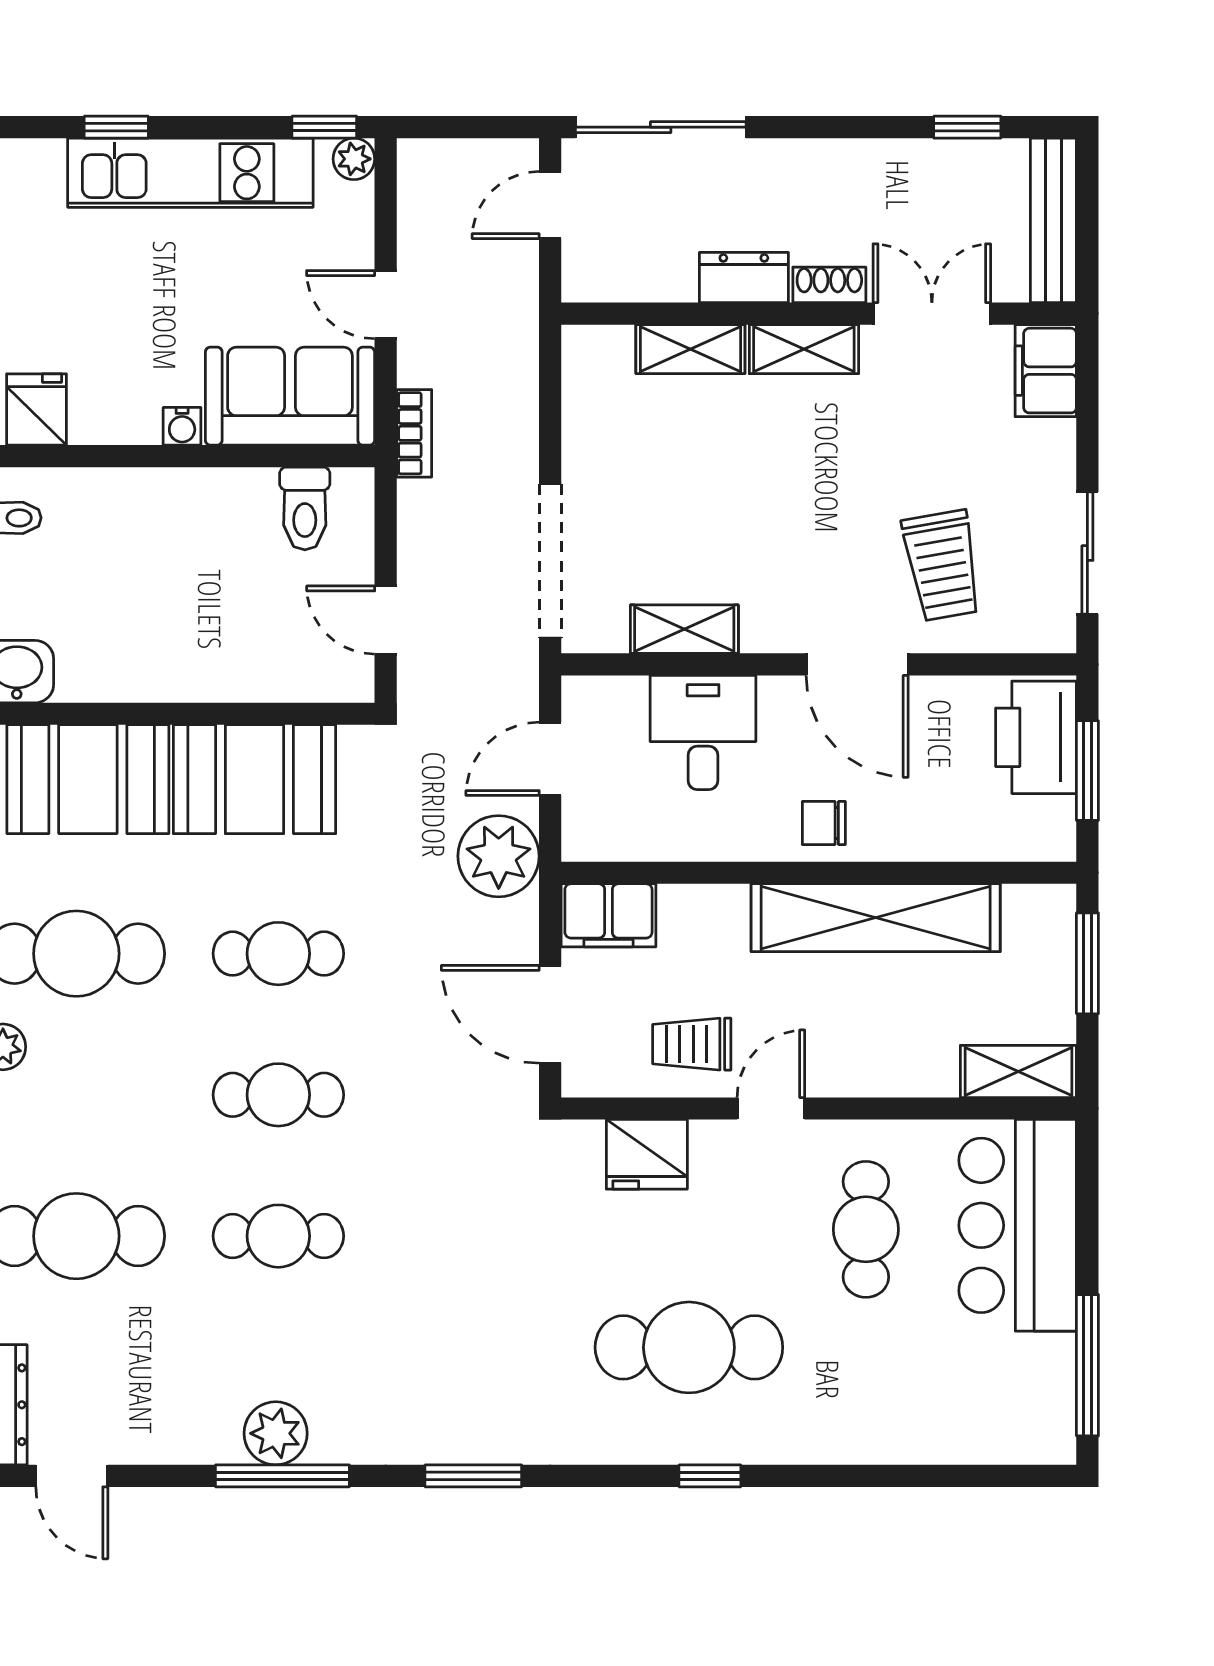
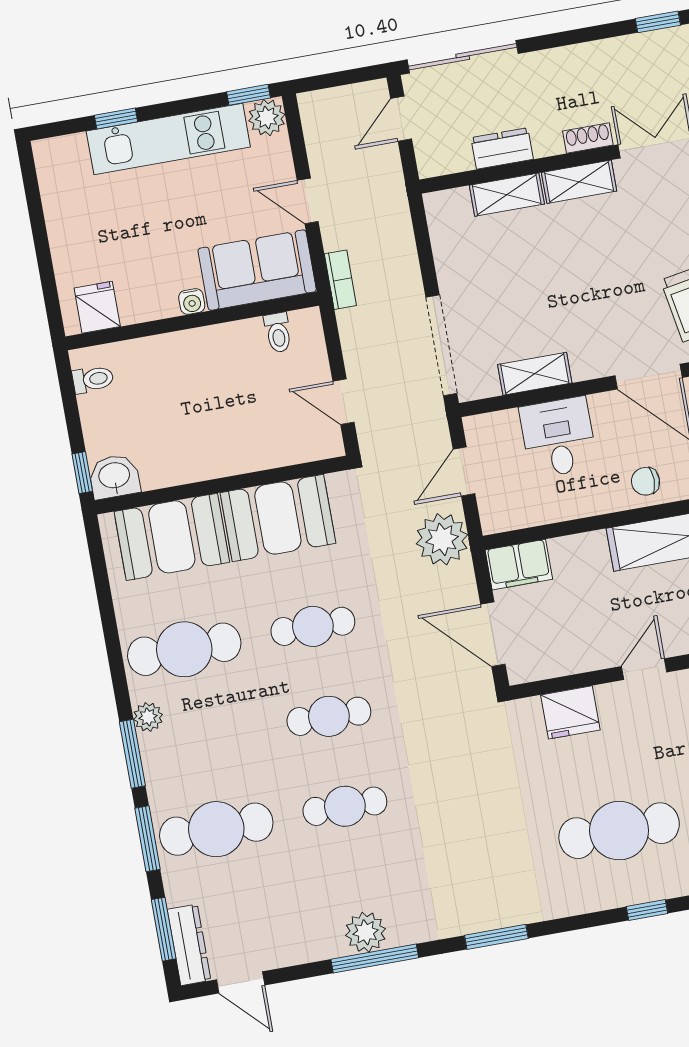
plant: (354, 159) -> (267, 118), width x1.38, depth x1.38
dresser: (744, 278) -> (502, 148), moved
toilet: (305, 508) -> (278, 333), width x0.73, depth x0.72
trolley: (692, 1044) -> (586, 637), removed

